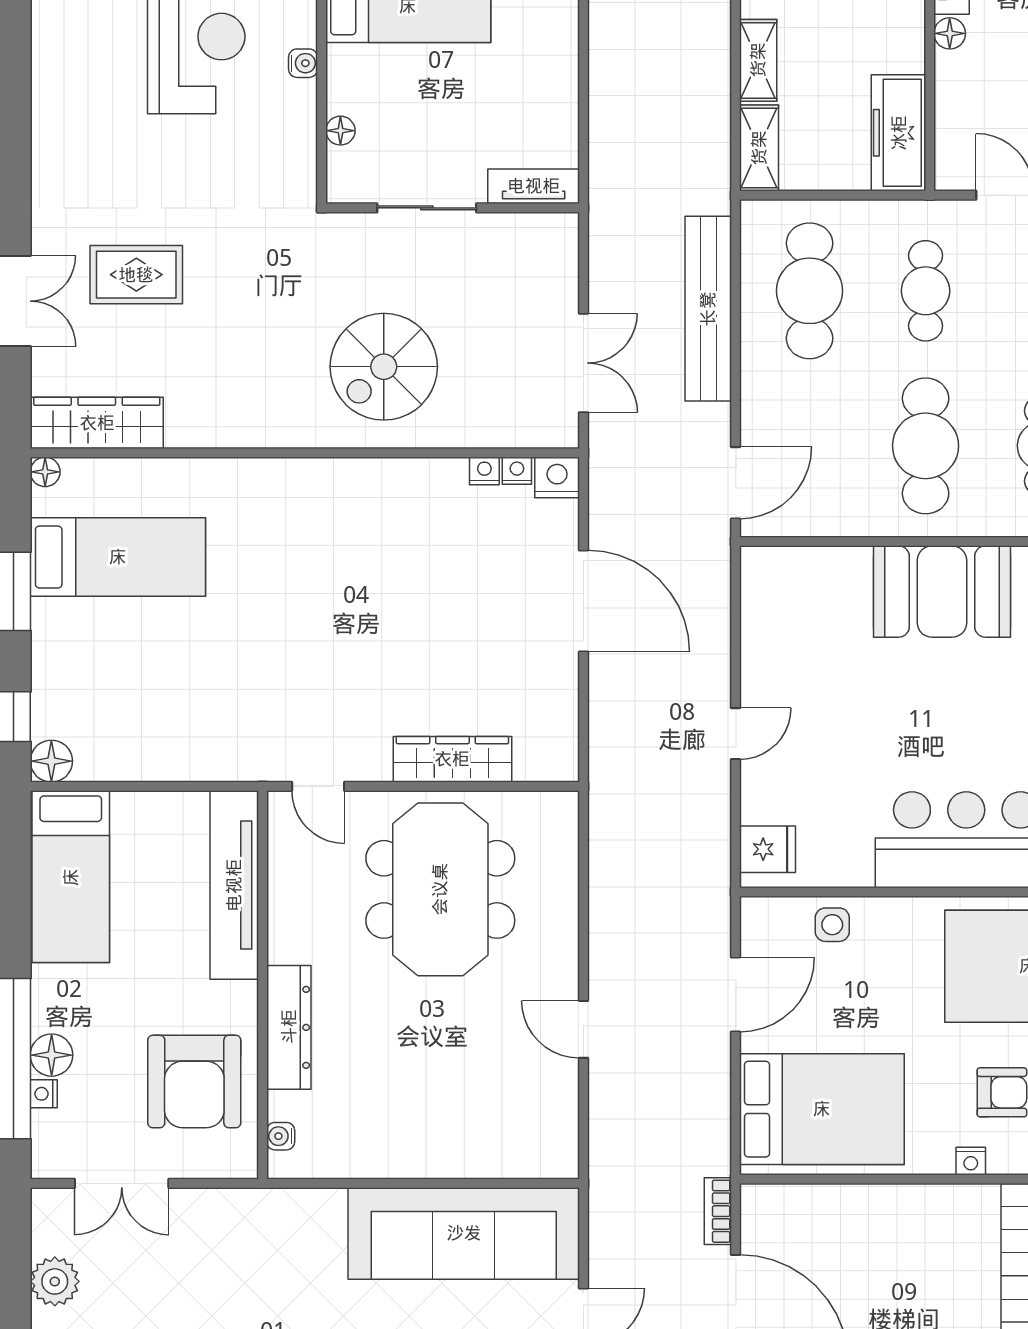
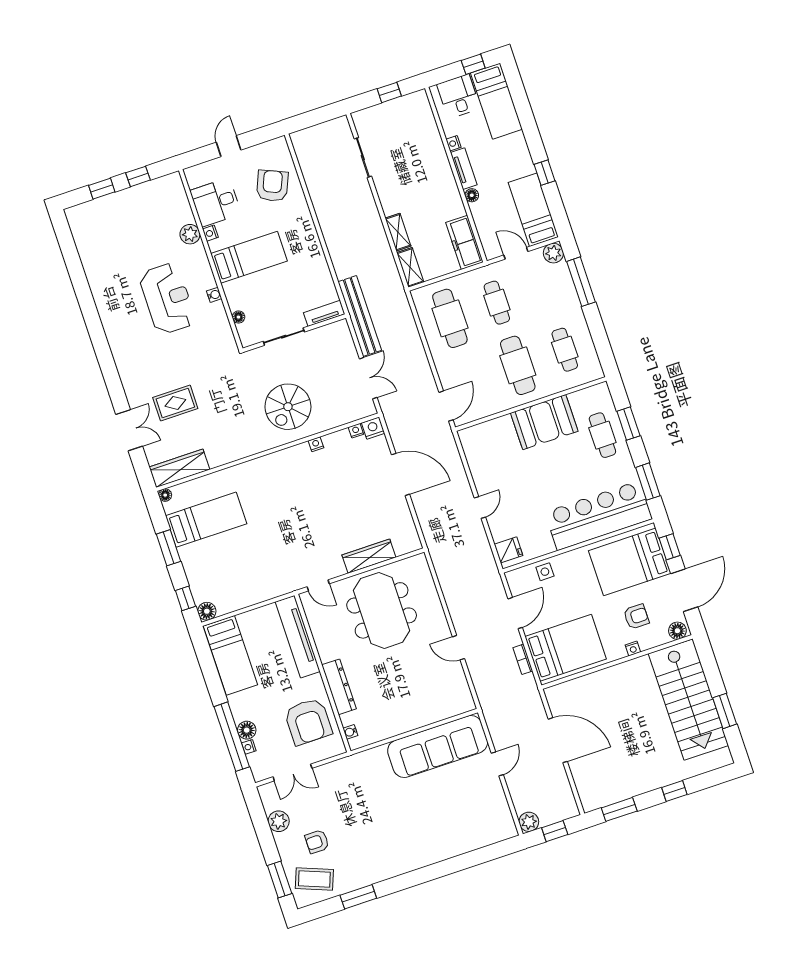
bench: (708, 309) -> (360, 316), moved
nightstand: (484, 471) -> (316, 444), moved
bookcase: (718, 1211) -> (523, 659), moved

